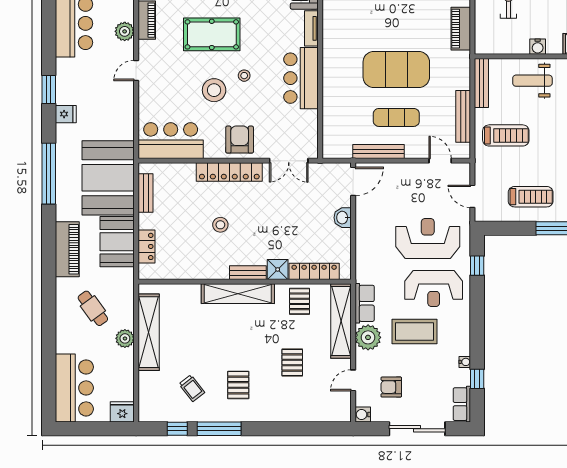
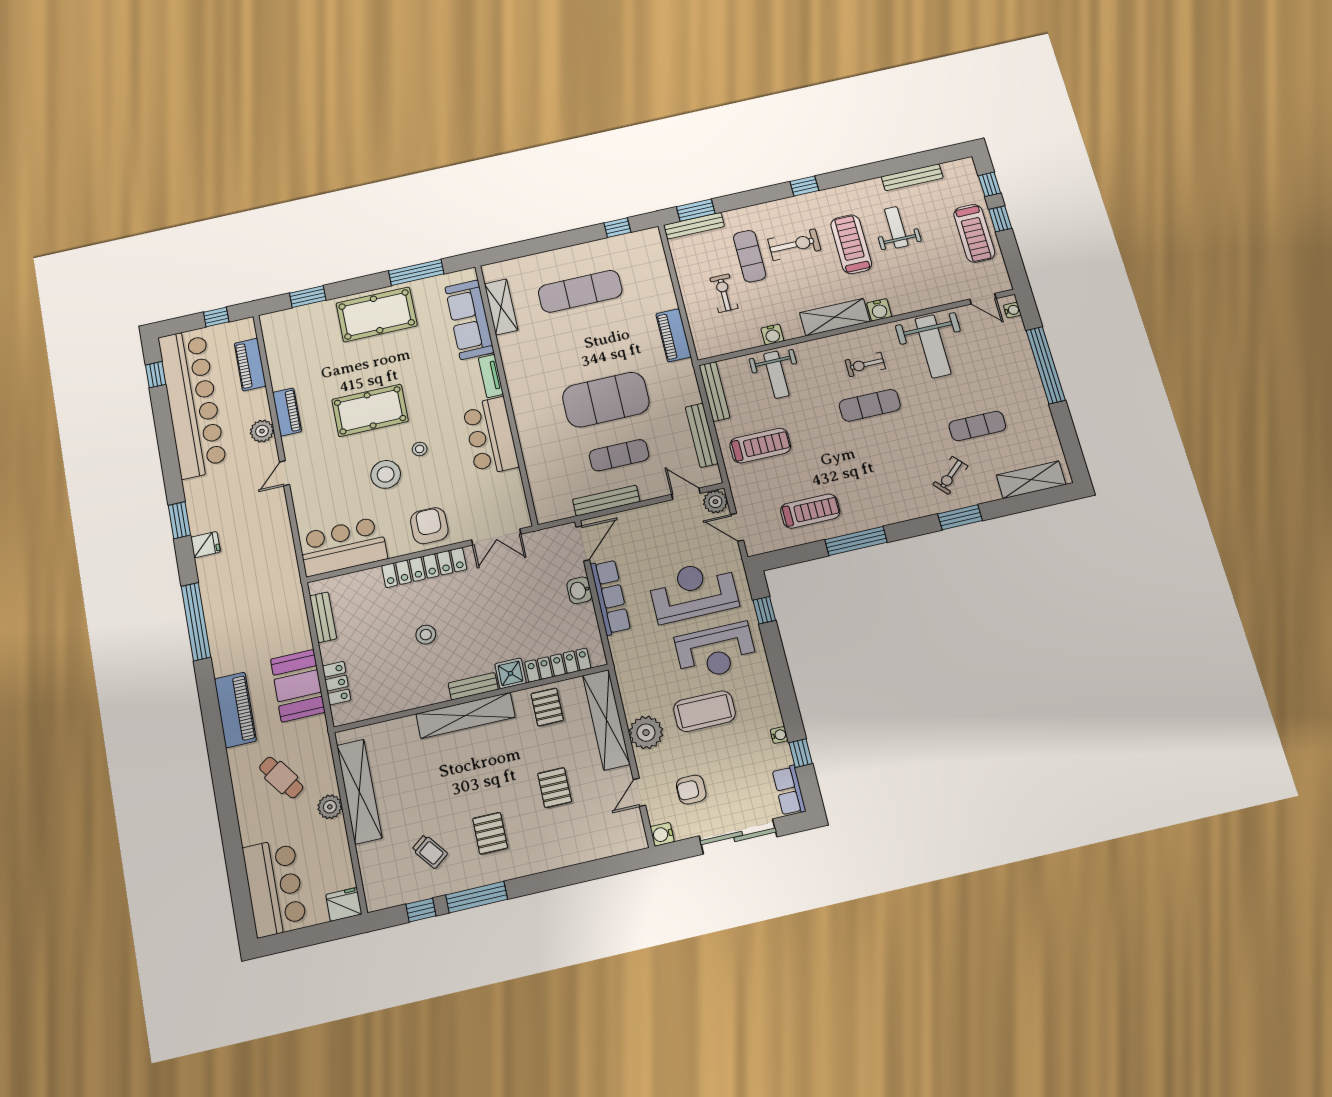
weight bench: (532, 81) -> (776, 375), turned -90
plant: (461, 172) -> (715, 502), added
booth: (108, 178) -> (272, 609), removed
row of seats: (365, 303) -> (610, 597), moved, width x1.48

